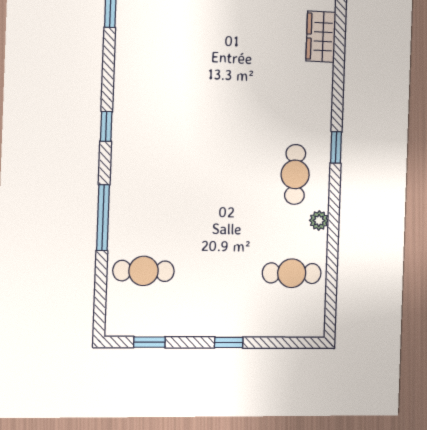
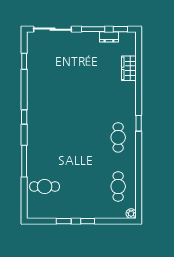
plant: (319, 220) -> (131, 214), moved
cafe table: (292, 273) -> (118, 186), turned 90
window: (149, 342) -> (64, 221), moved

